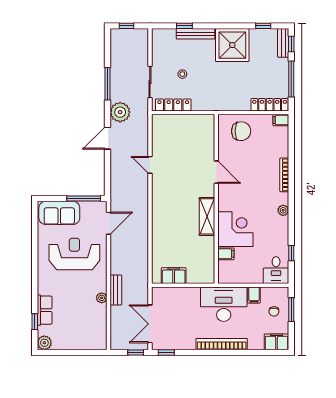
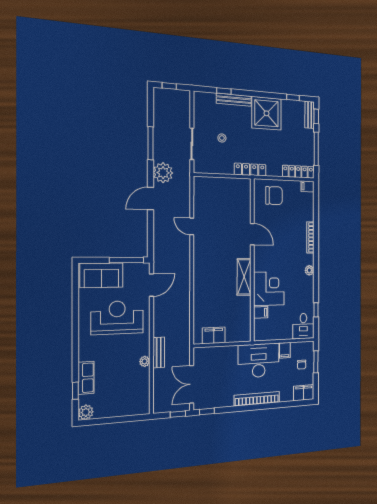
locker: (173, 105) -> (250, 170), moved

